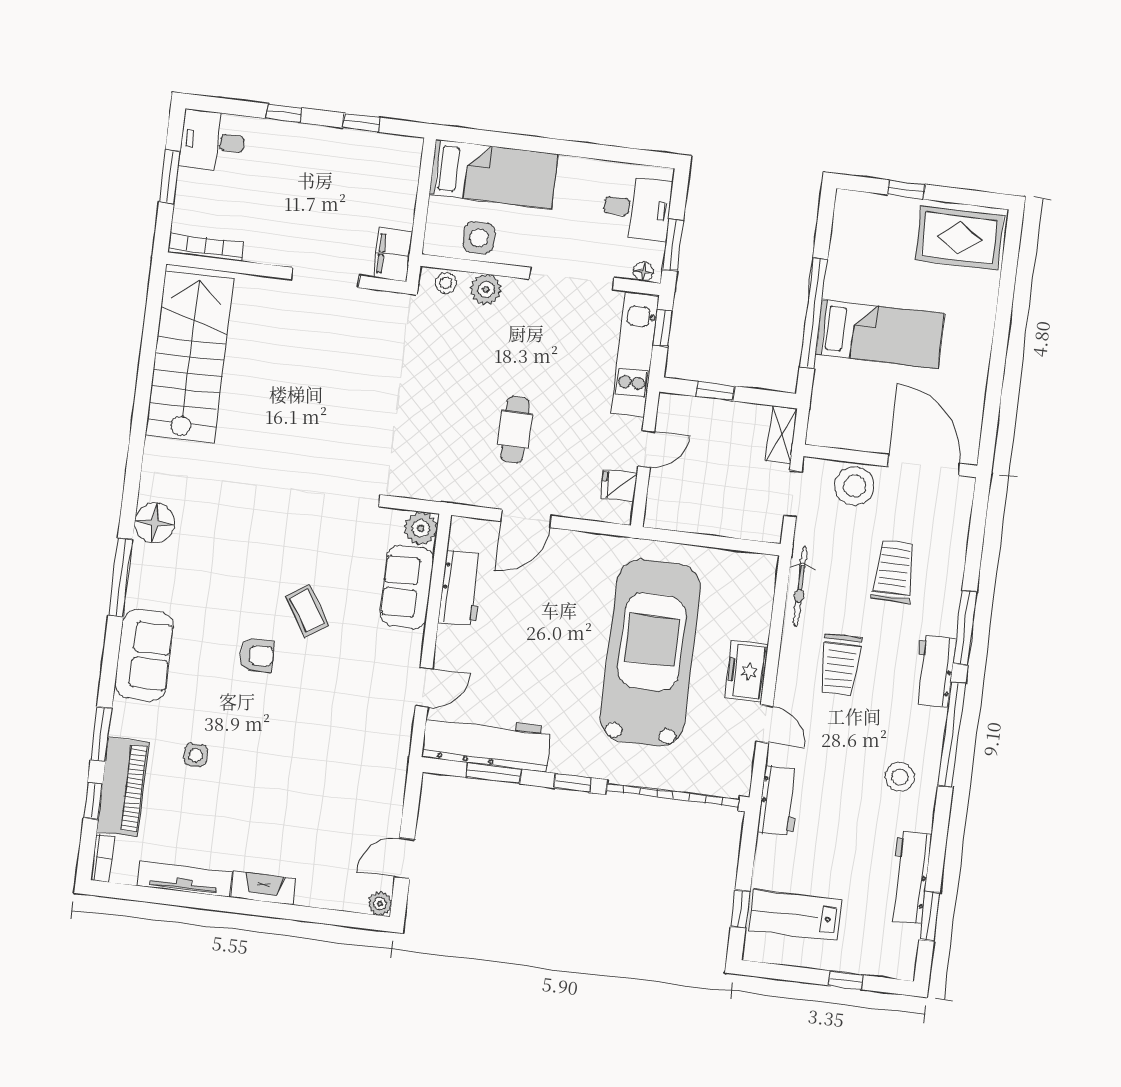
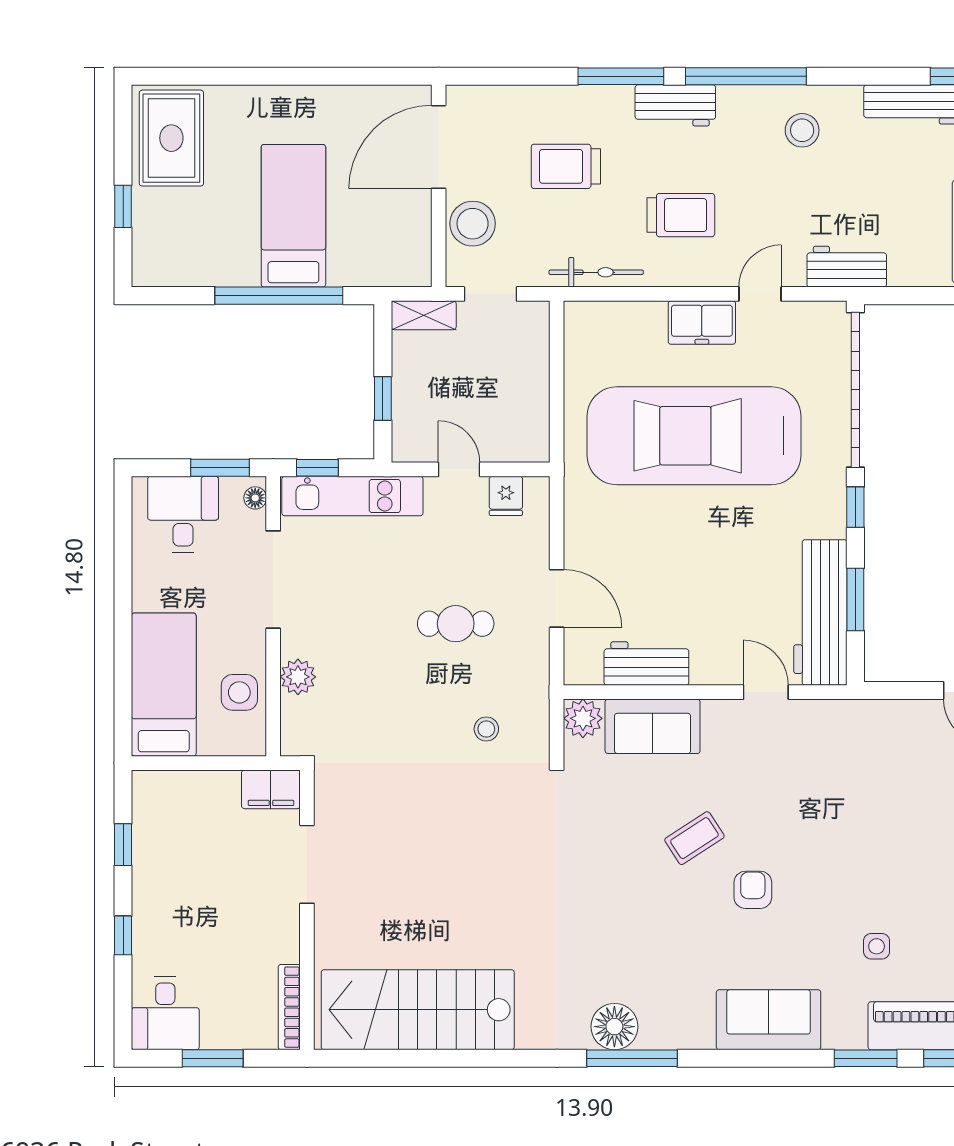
stool: (446, 283) -> (486, 729), moved
window: (120, 577) -> (632, 1058), moved

